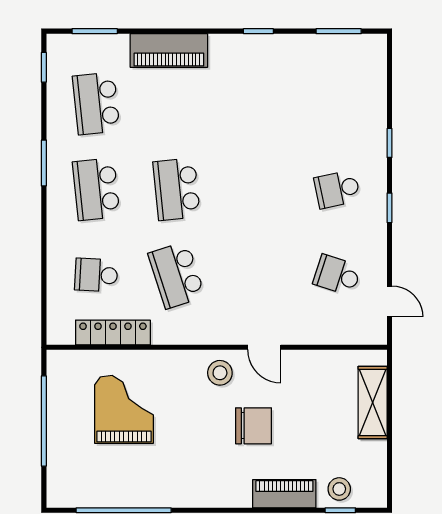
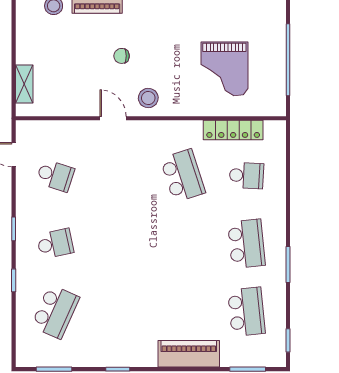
school desk: (177, 189) -> (55, 312), moved, turned 30
shelving: (373, 402) -> (24, 84), width x0.67, depth x0.75
chair: (254, 426) -> (122, 56), width x0.54, depth x0.54

